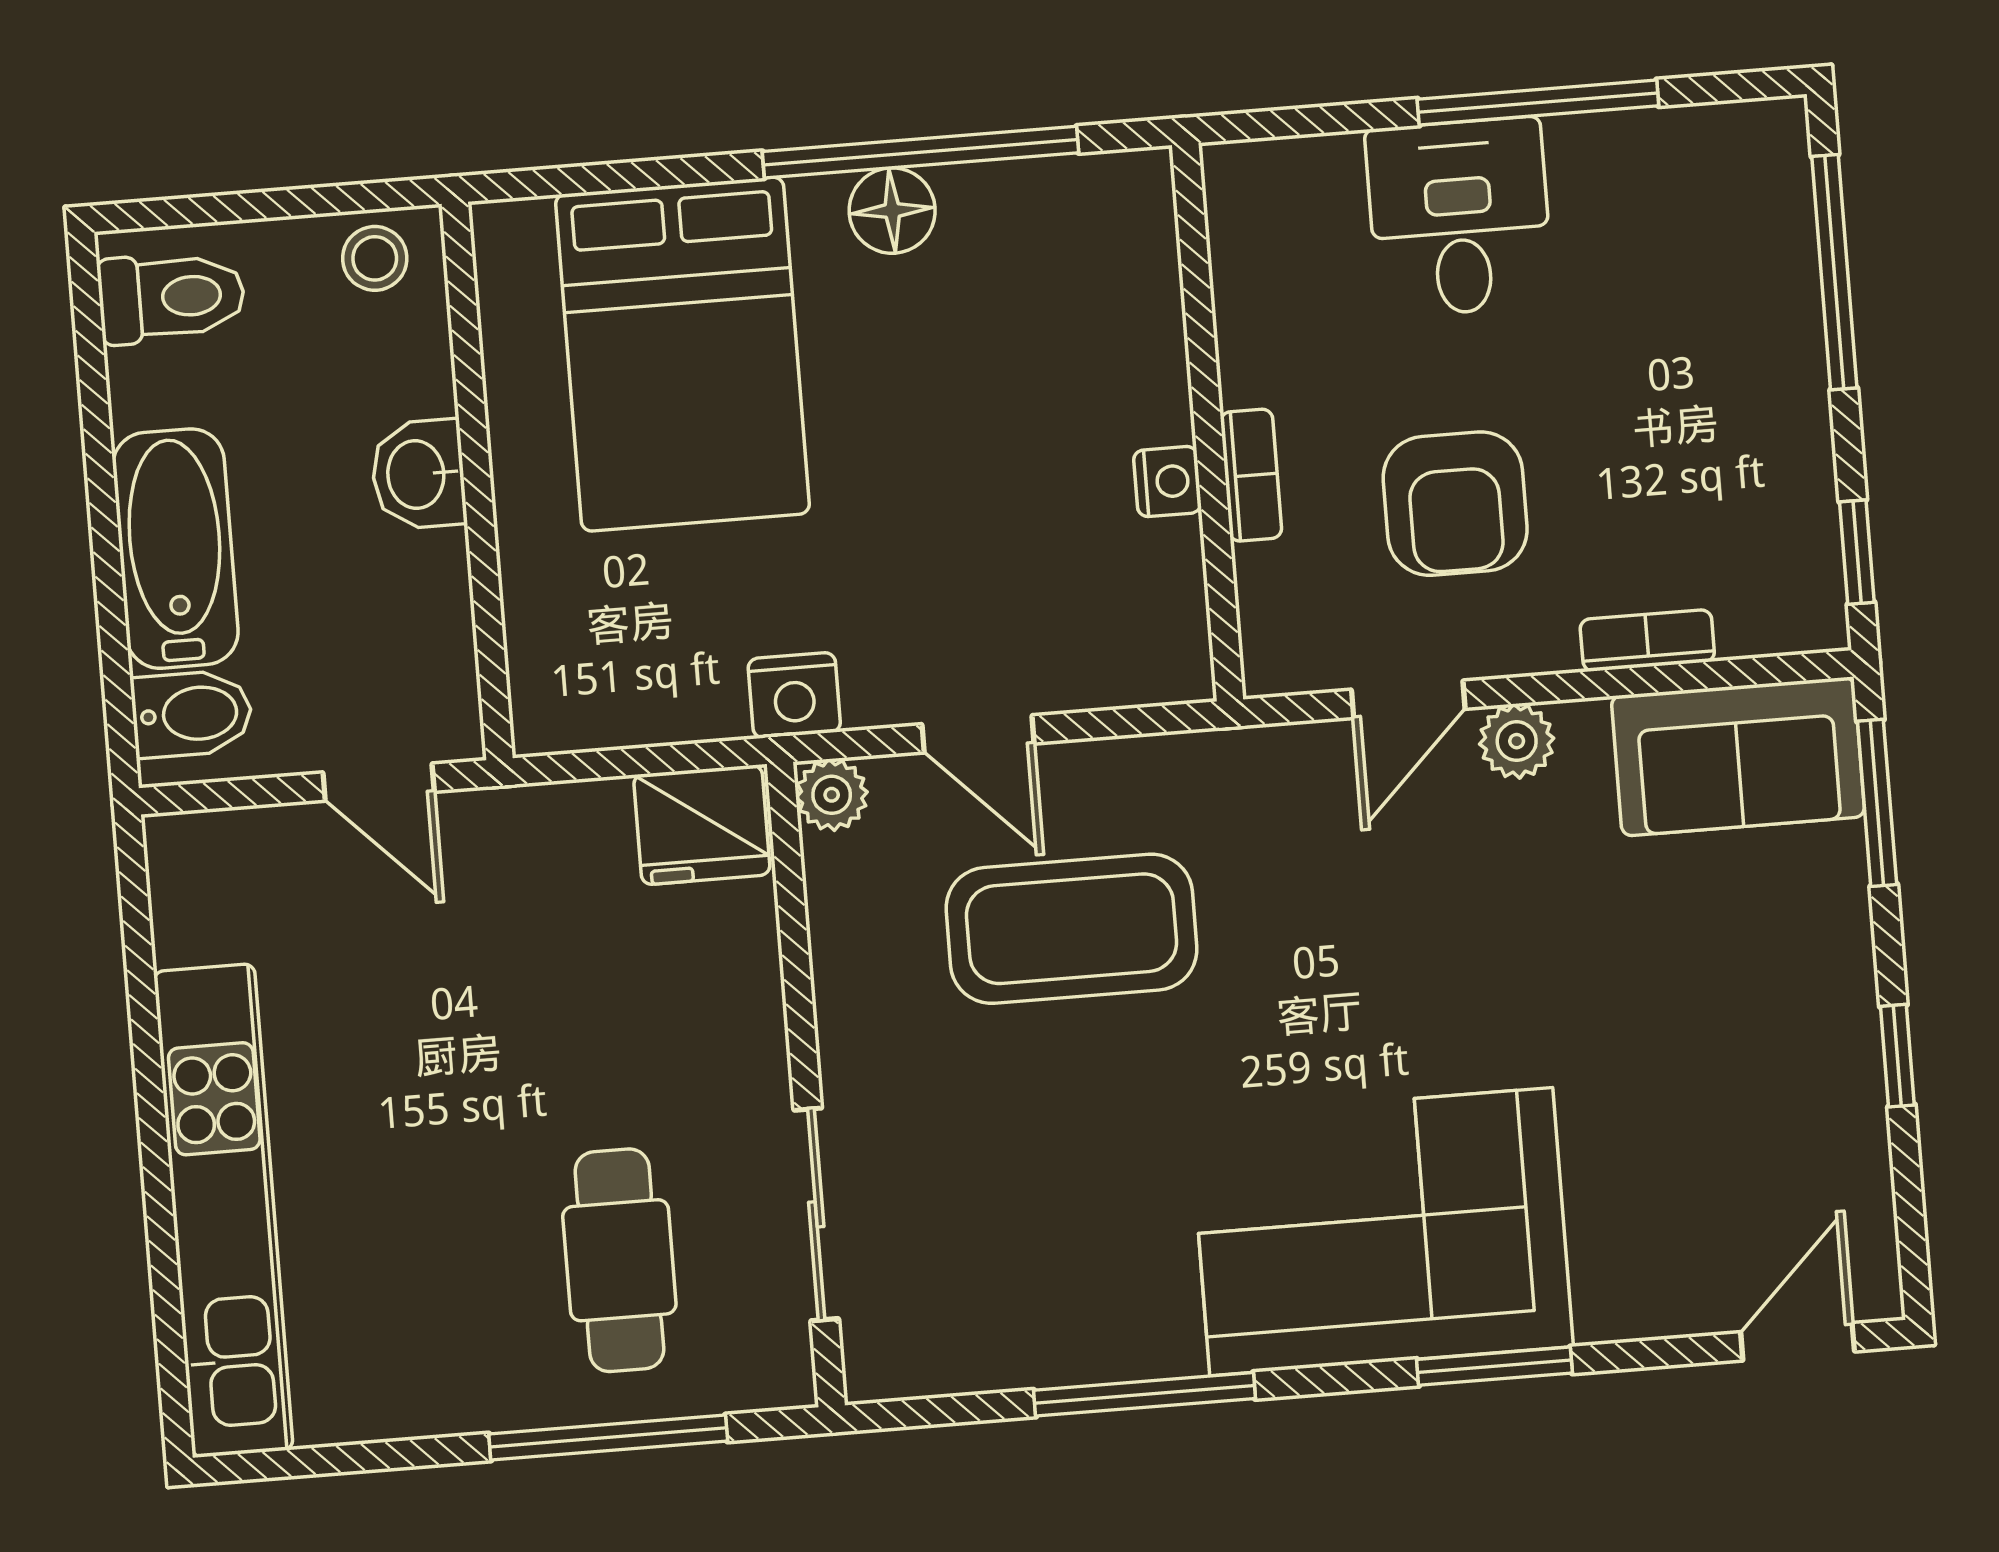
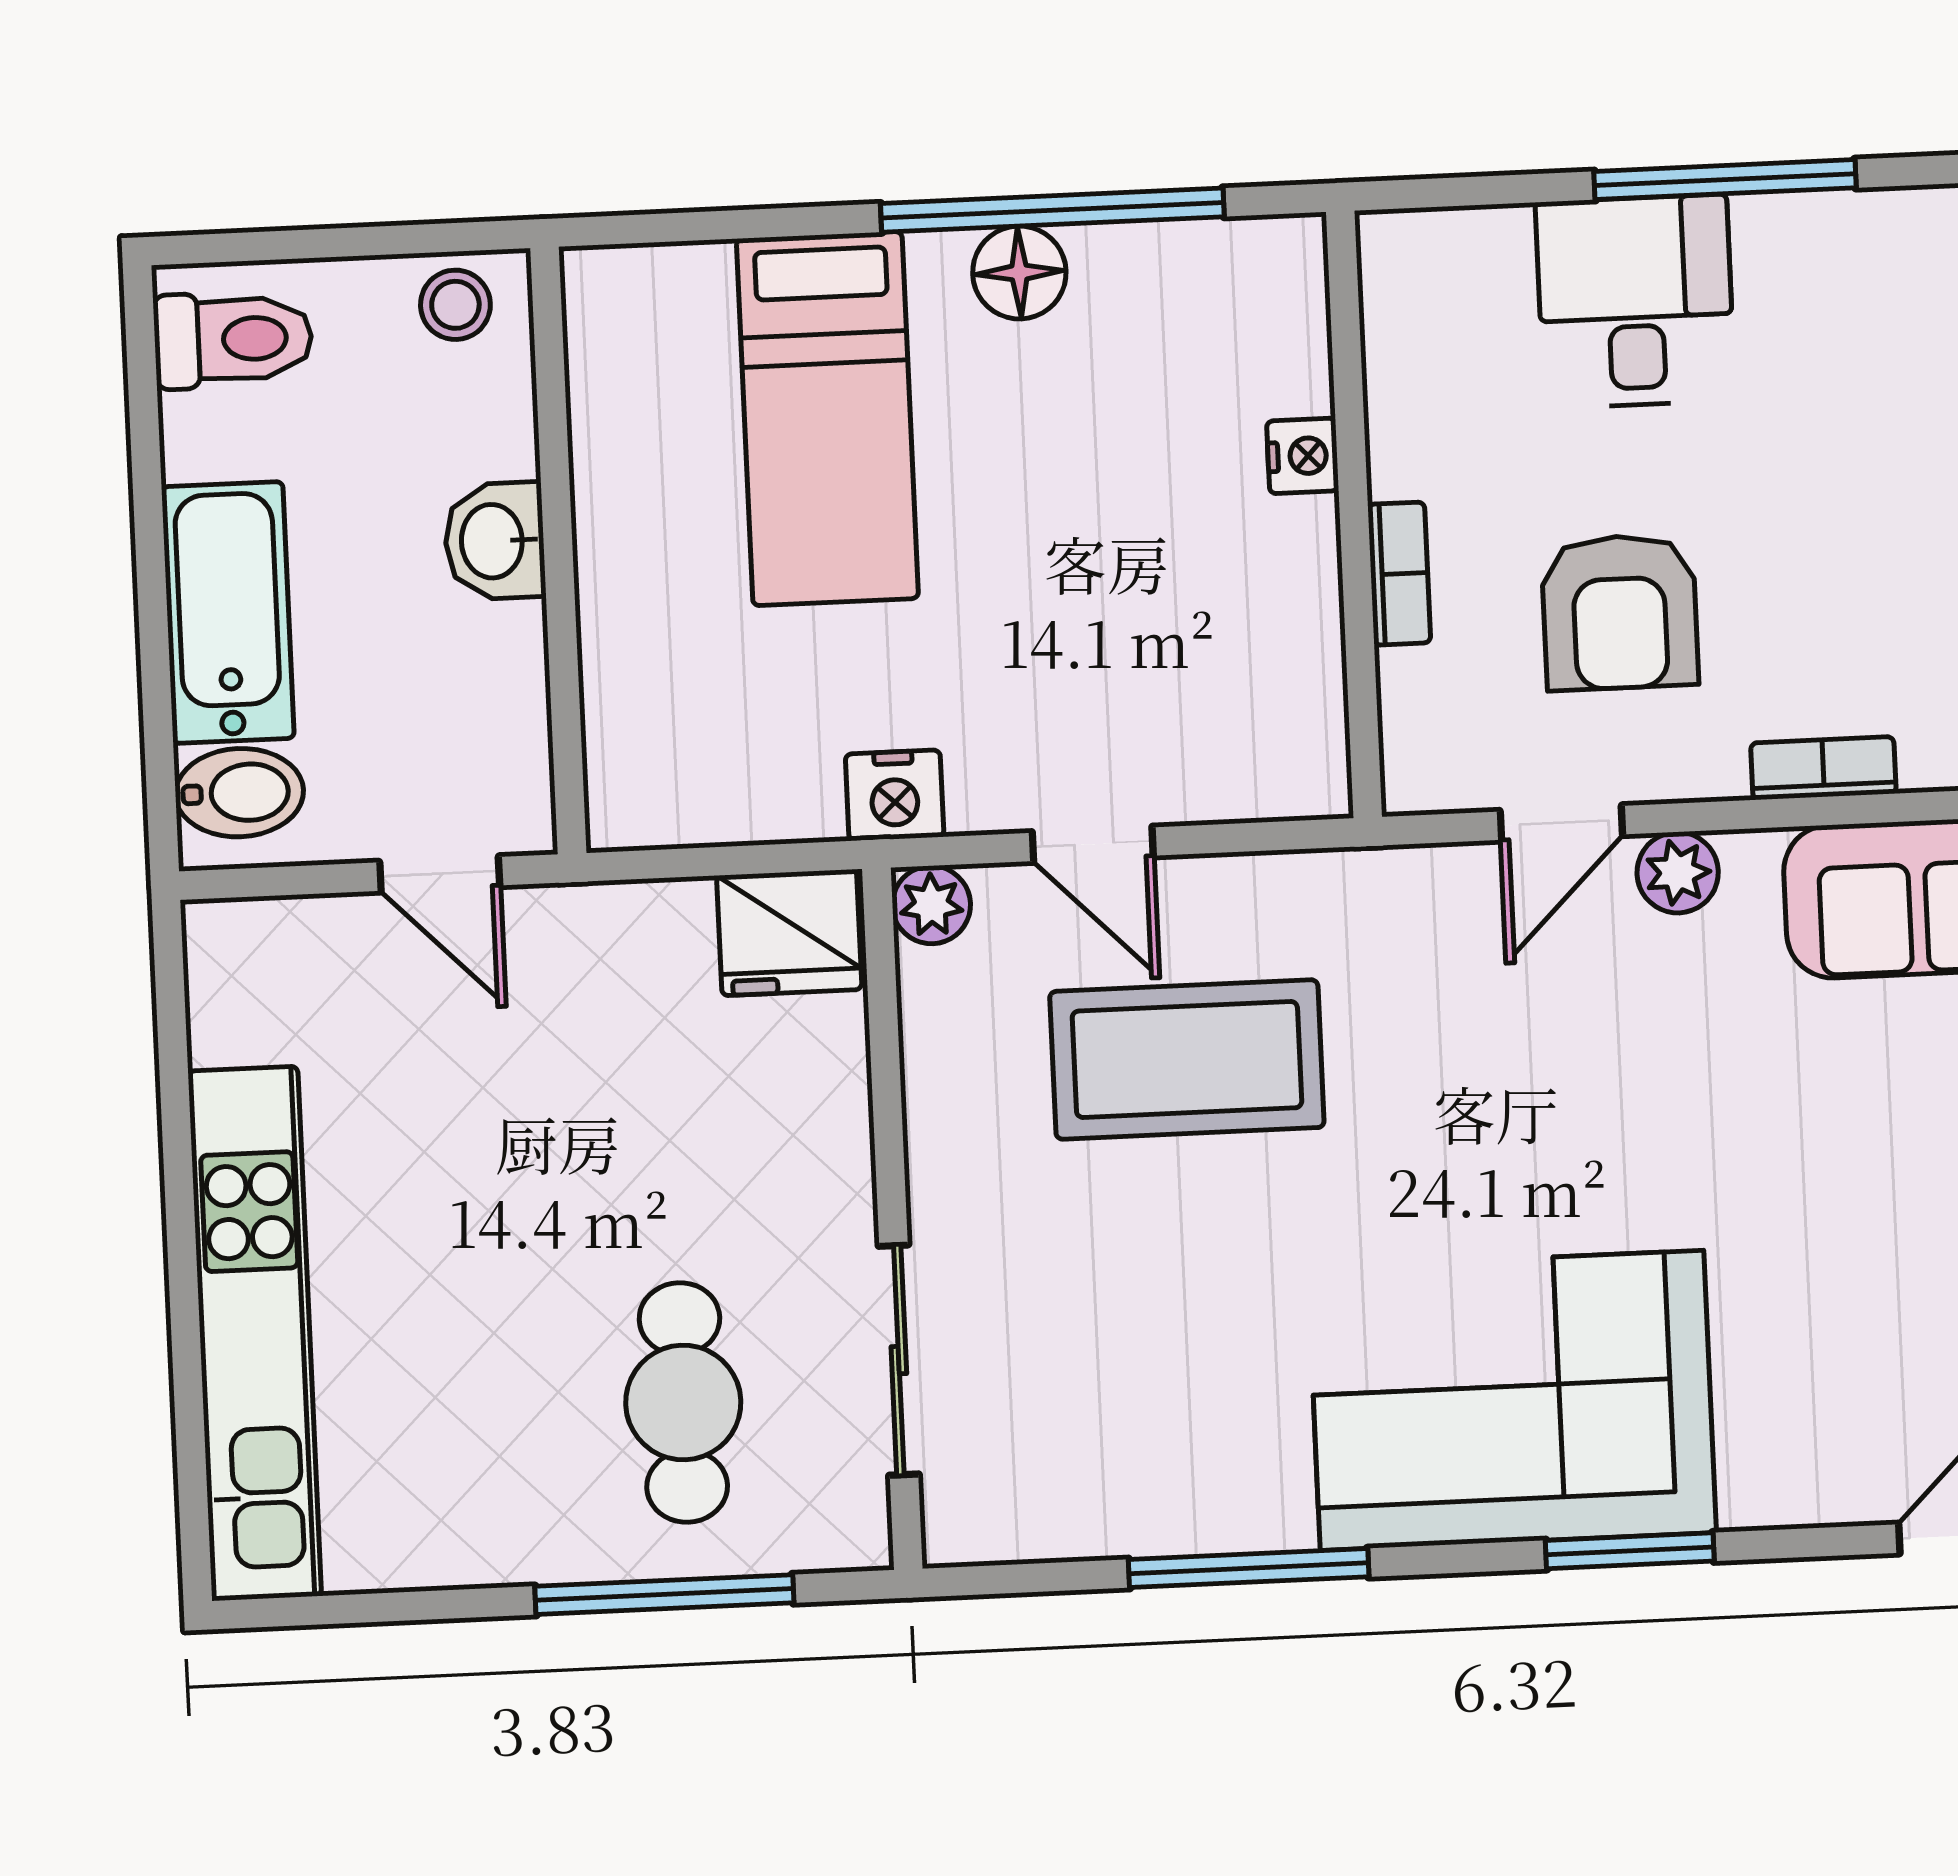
bed: (682, 354) -> (827, 419), width x0.67
nightstand: (1167, 482) -> (1303, 456), moved

